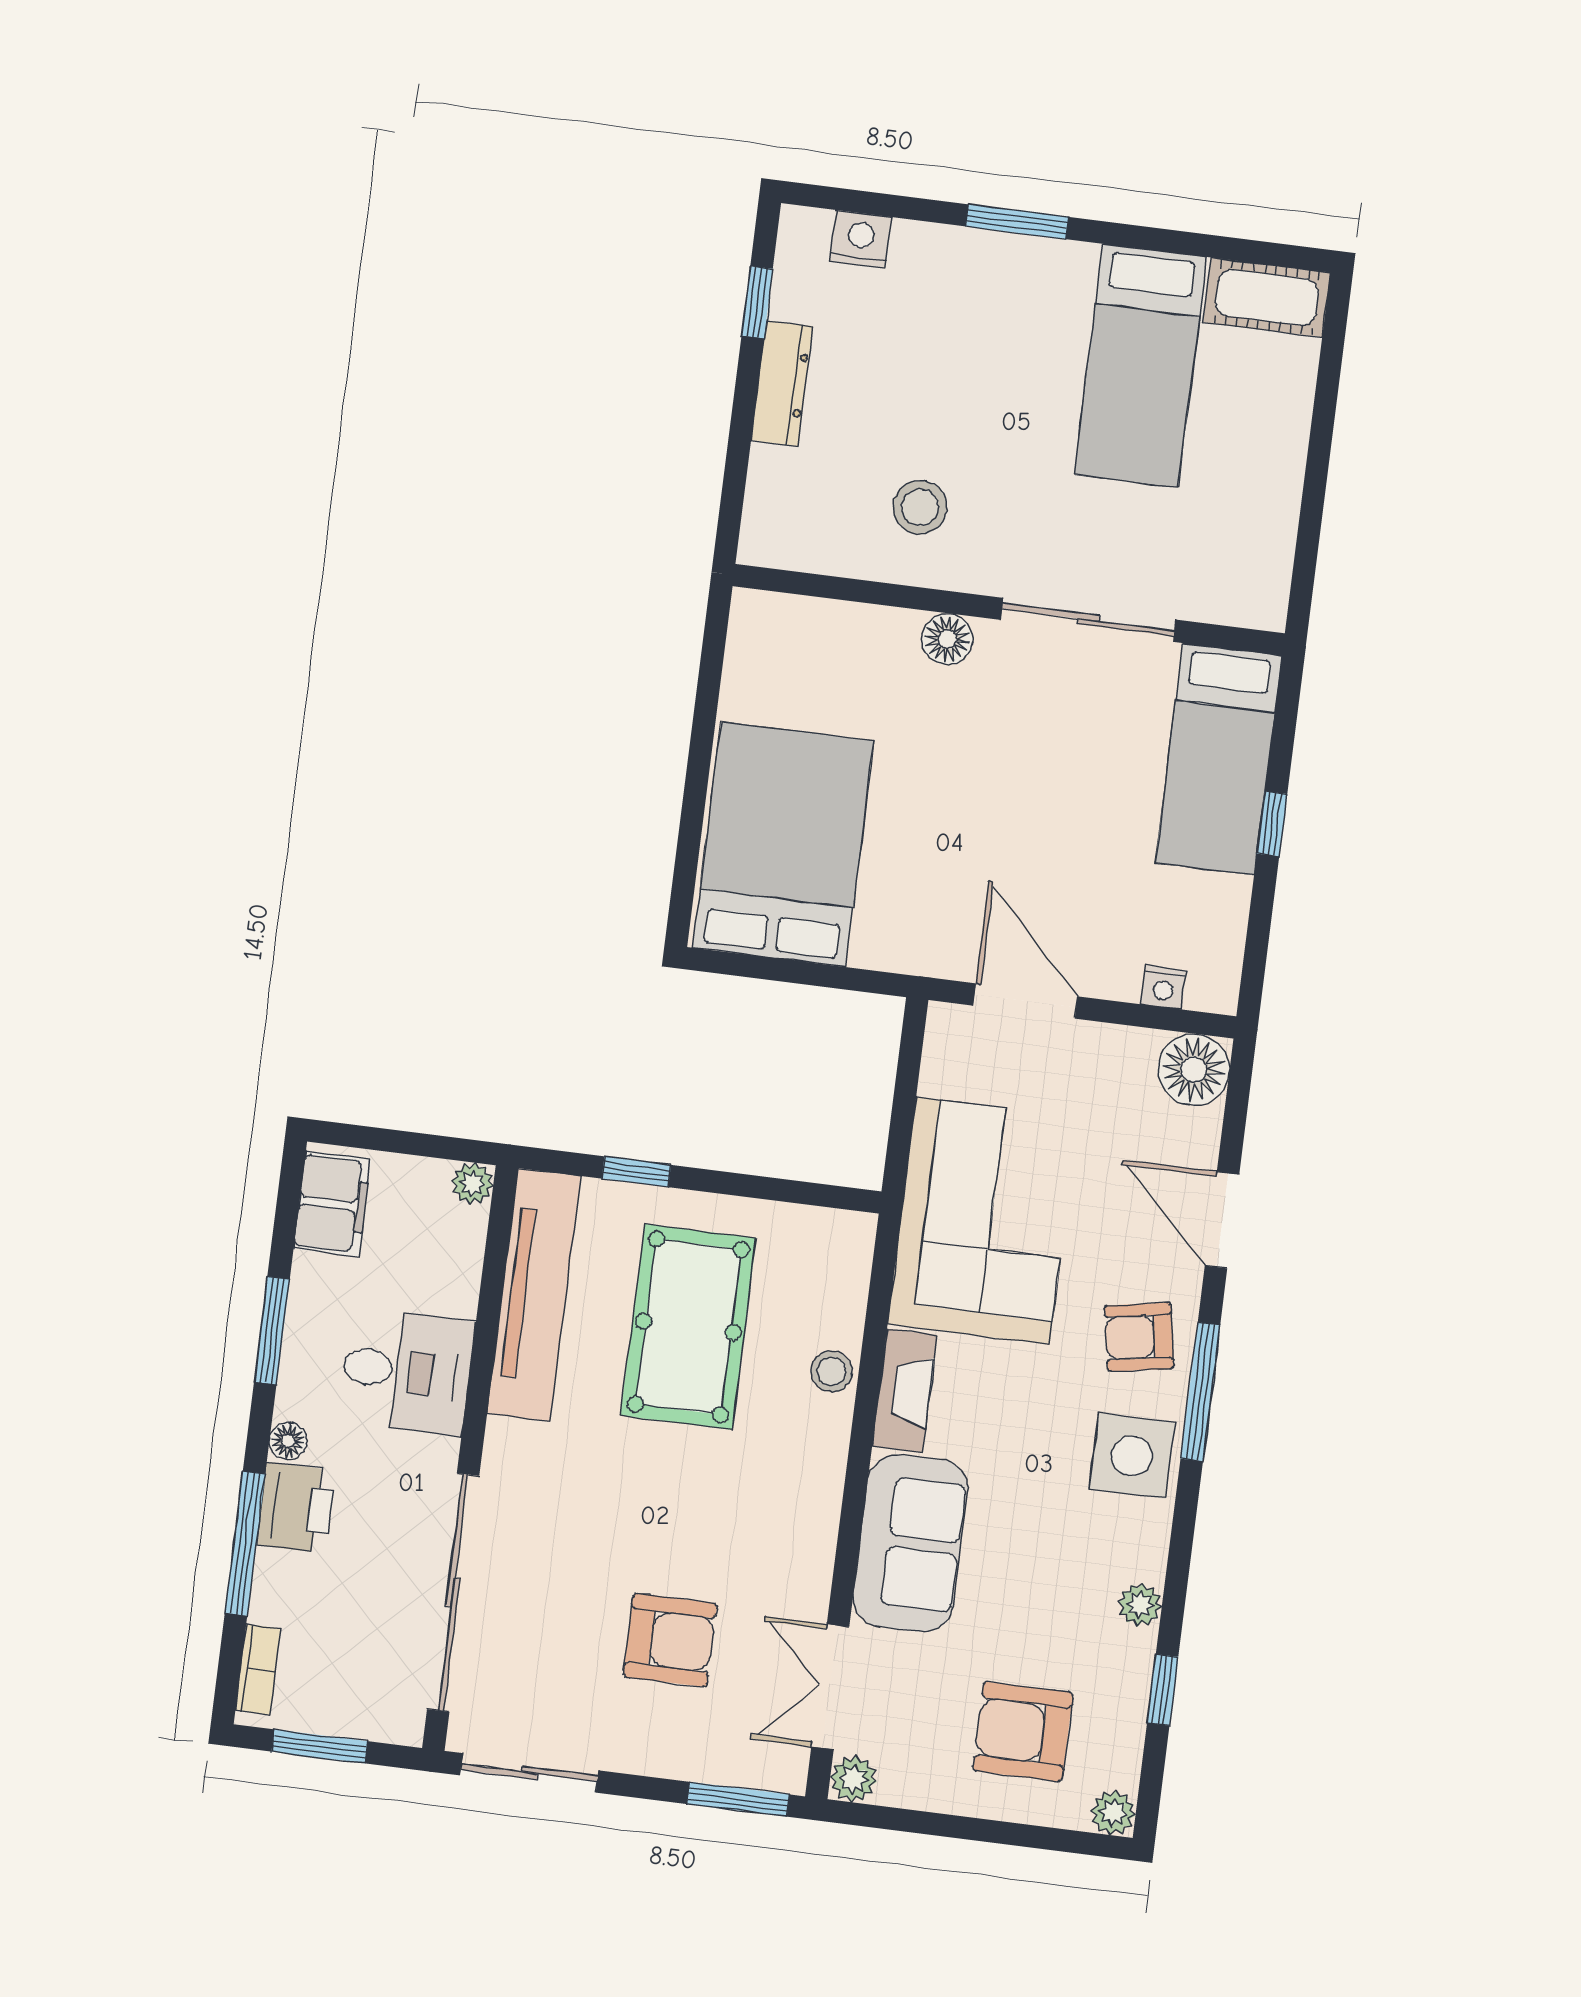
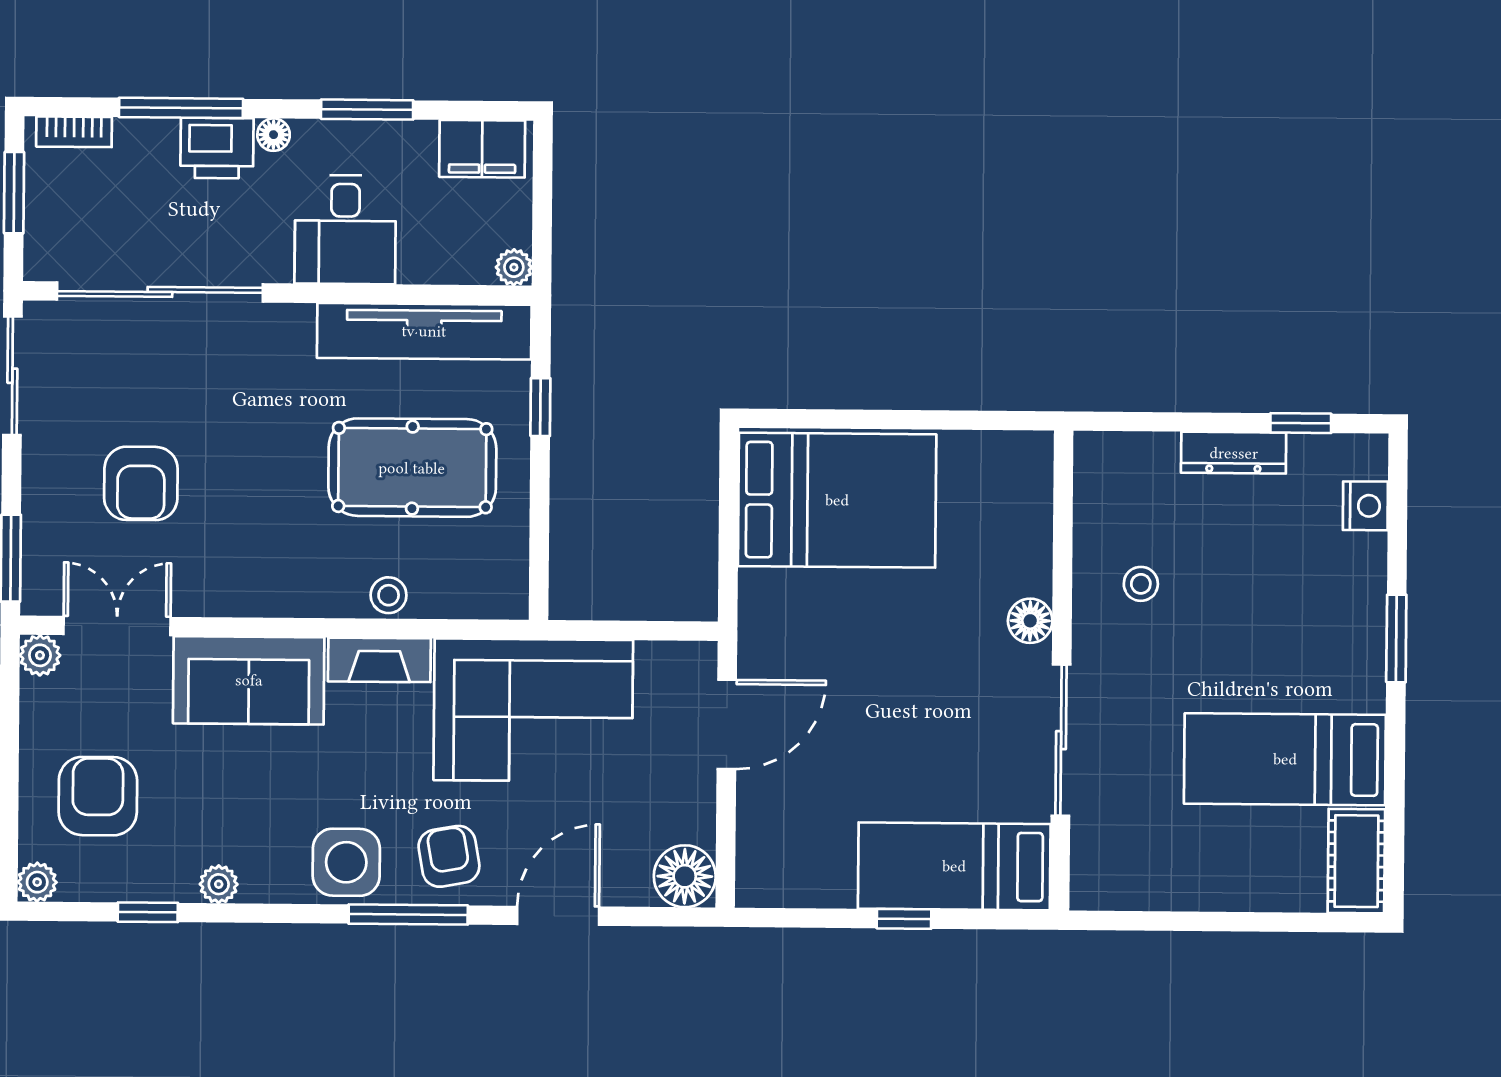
stool: (920, 507) -> (1141, 584), width x0.73, depth x0.73
nightstand: (1163, 987) -> (752, 842), removed

